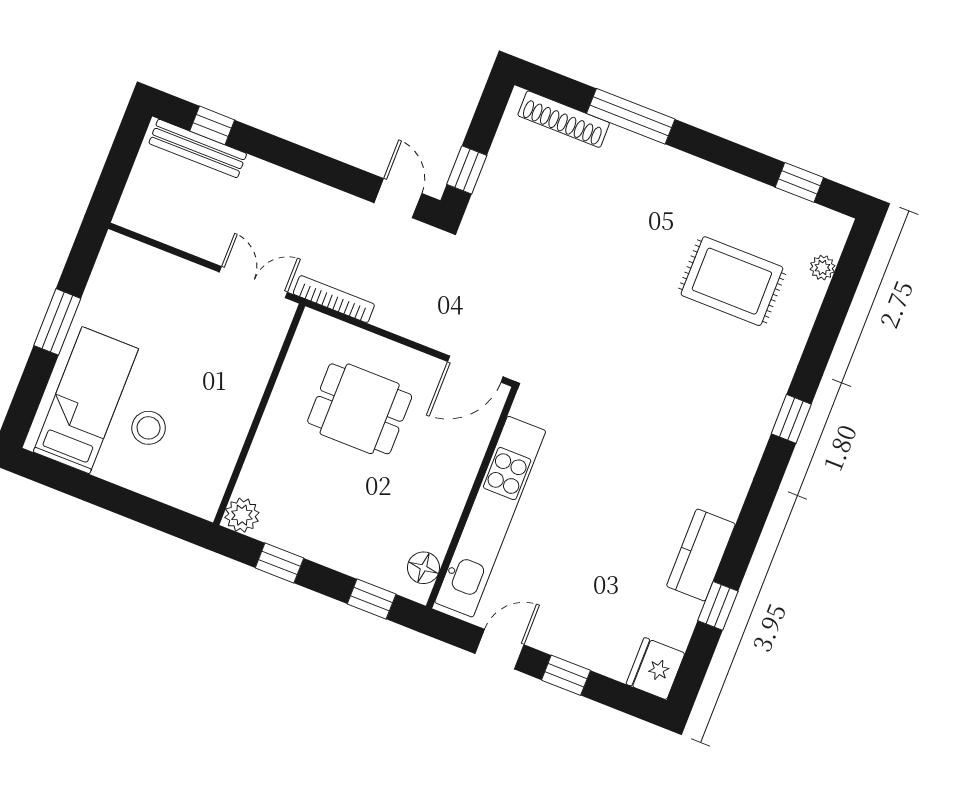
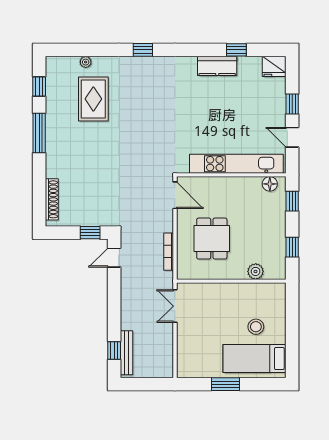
window: (631, 116) -> (39, 133), moved
plant: (822, 268) -> (86, 62), moved
bookcase: (334, 299) -> (169, 252), moved
plant: (242, 515) -> (256, 271), moved

